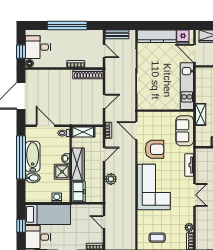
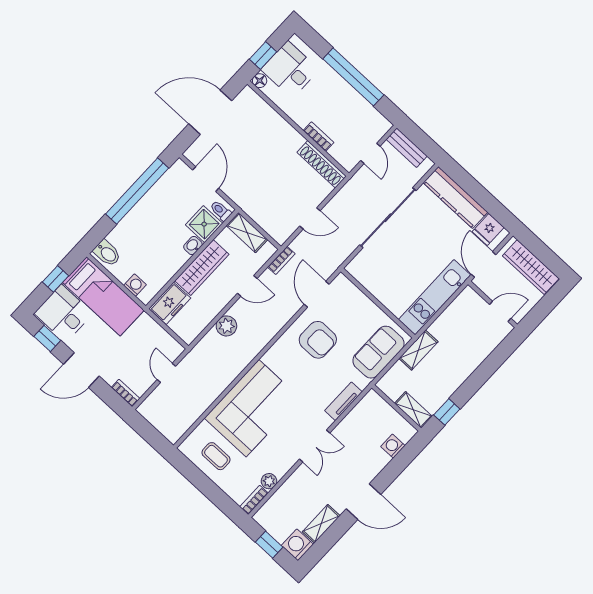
bathtub: (33, 157) -> (153, 204), removed
shower: (62, 172) -> (204, 224), moved
bidet: (33, 178) -> (107, 253), moved
corner sofa: (154, 187) -> (252, 408), moved

